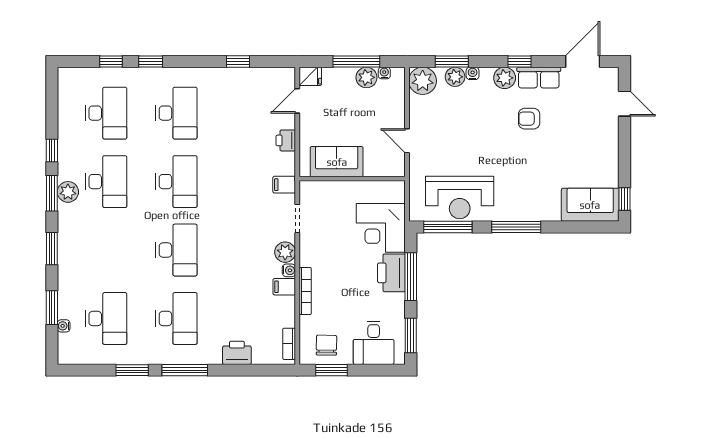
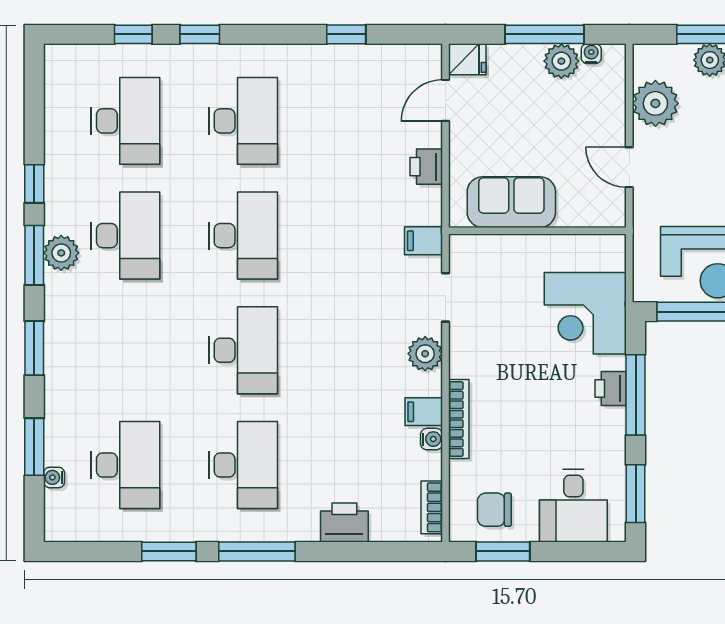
plant: (423, 81) -> (655, 103), moved
water cooler: (289, 270) -> (432, 439), moved
printer: (391, 273) -> (611, 389), width x0.53, depth x0.68
chair: (326, 345) -> (494, 510), turned -91

